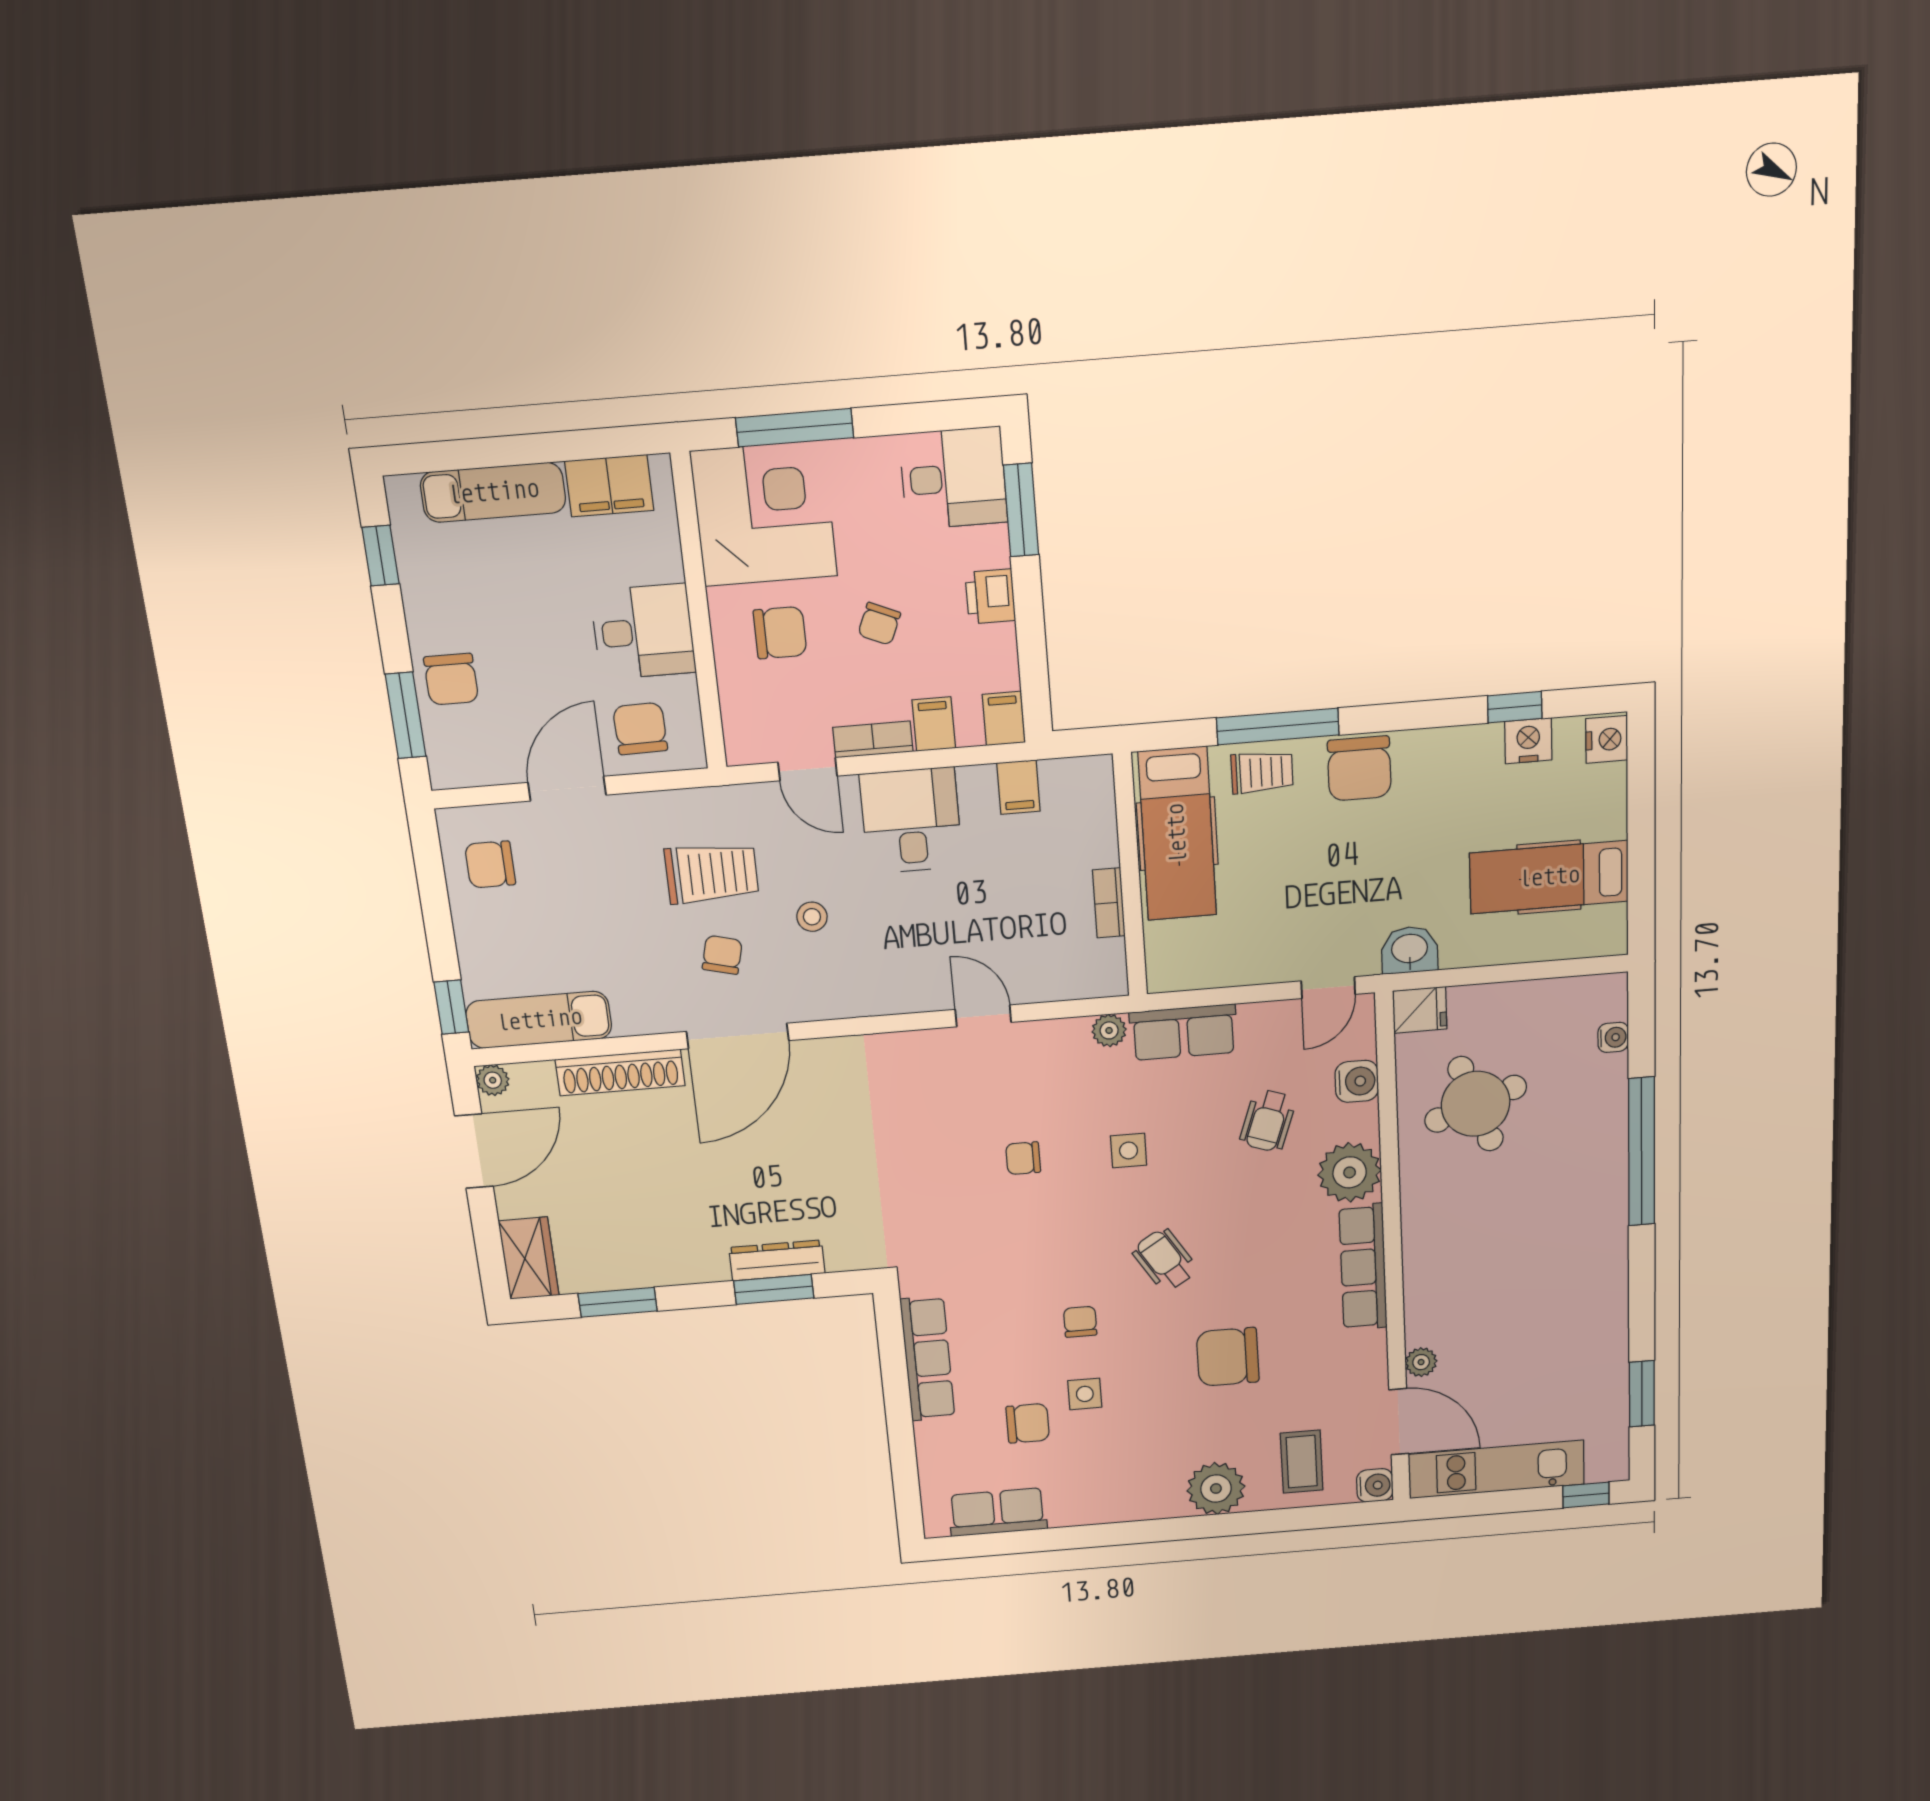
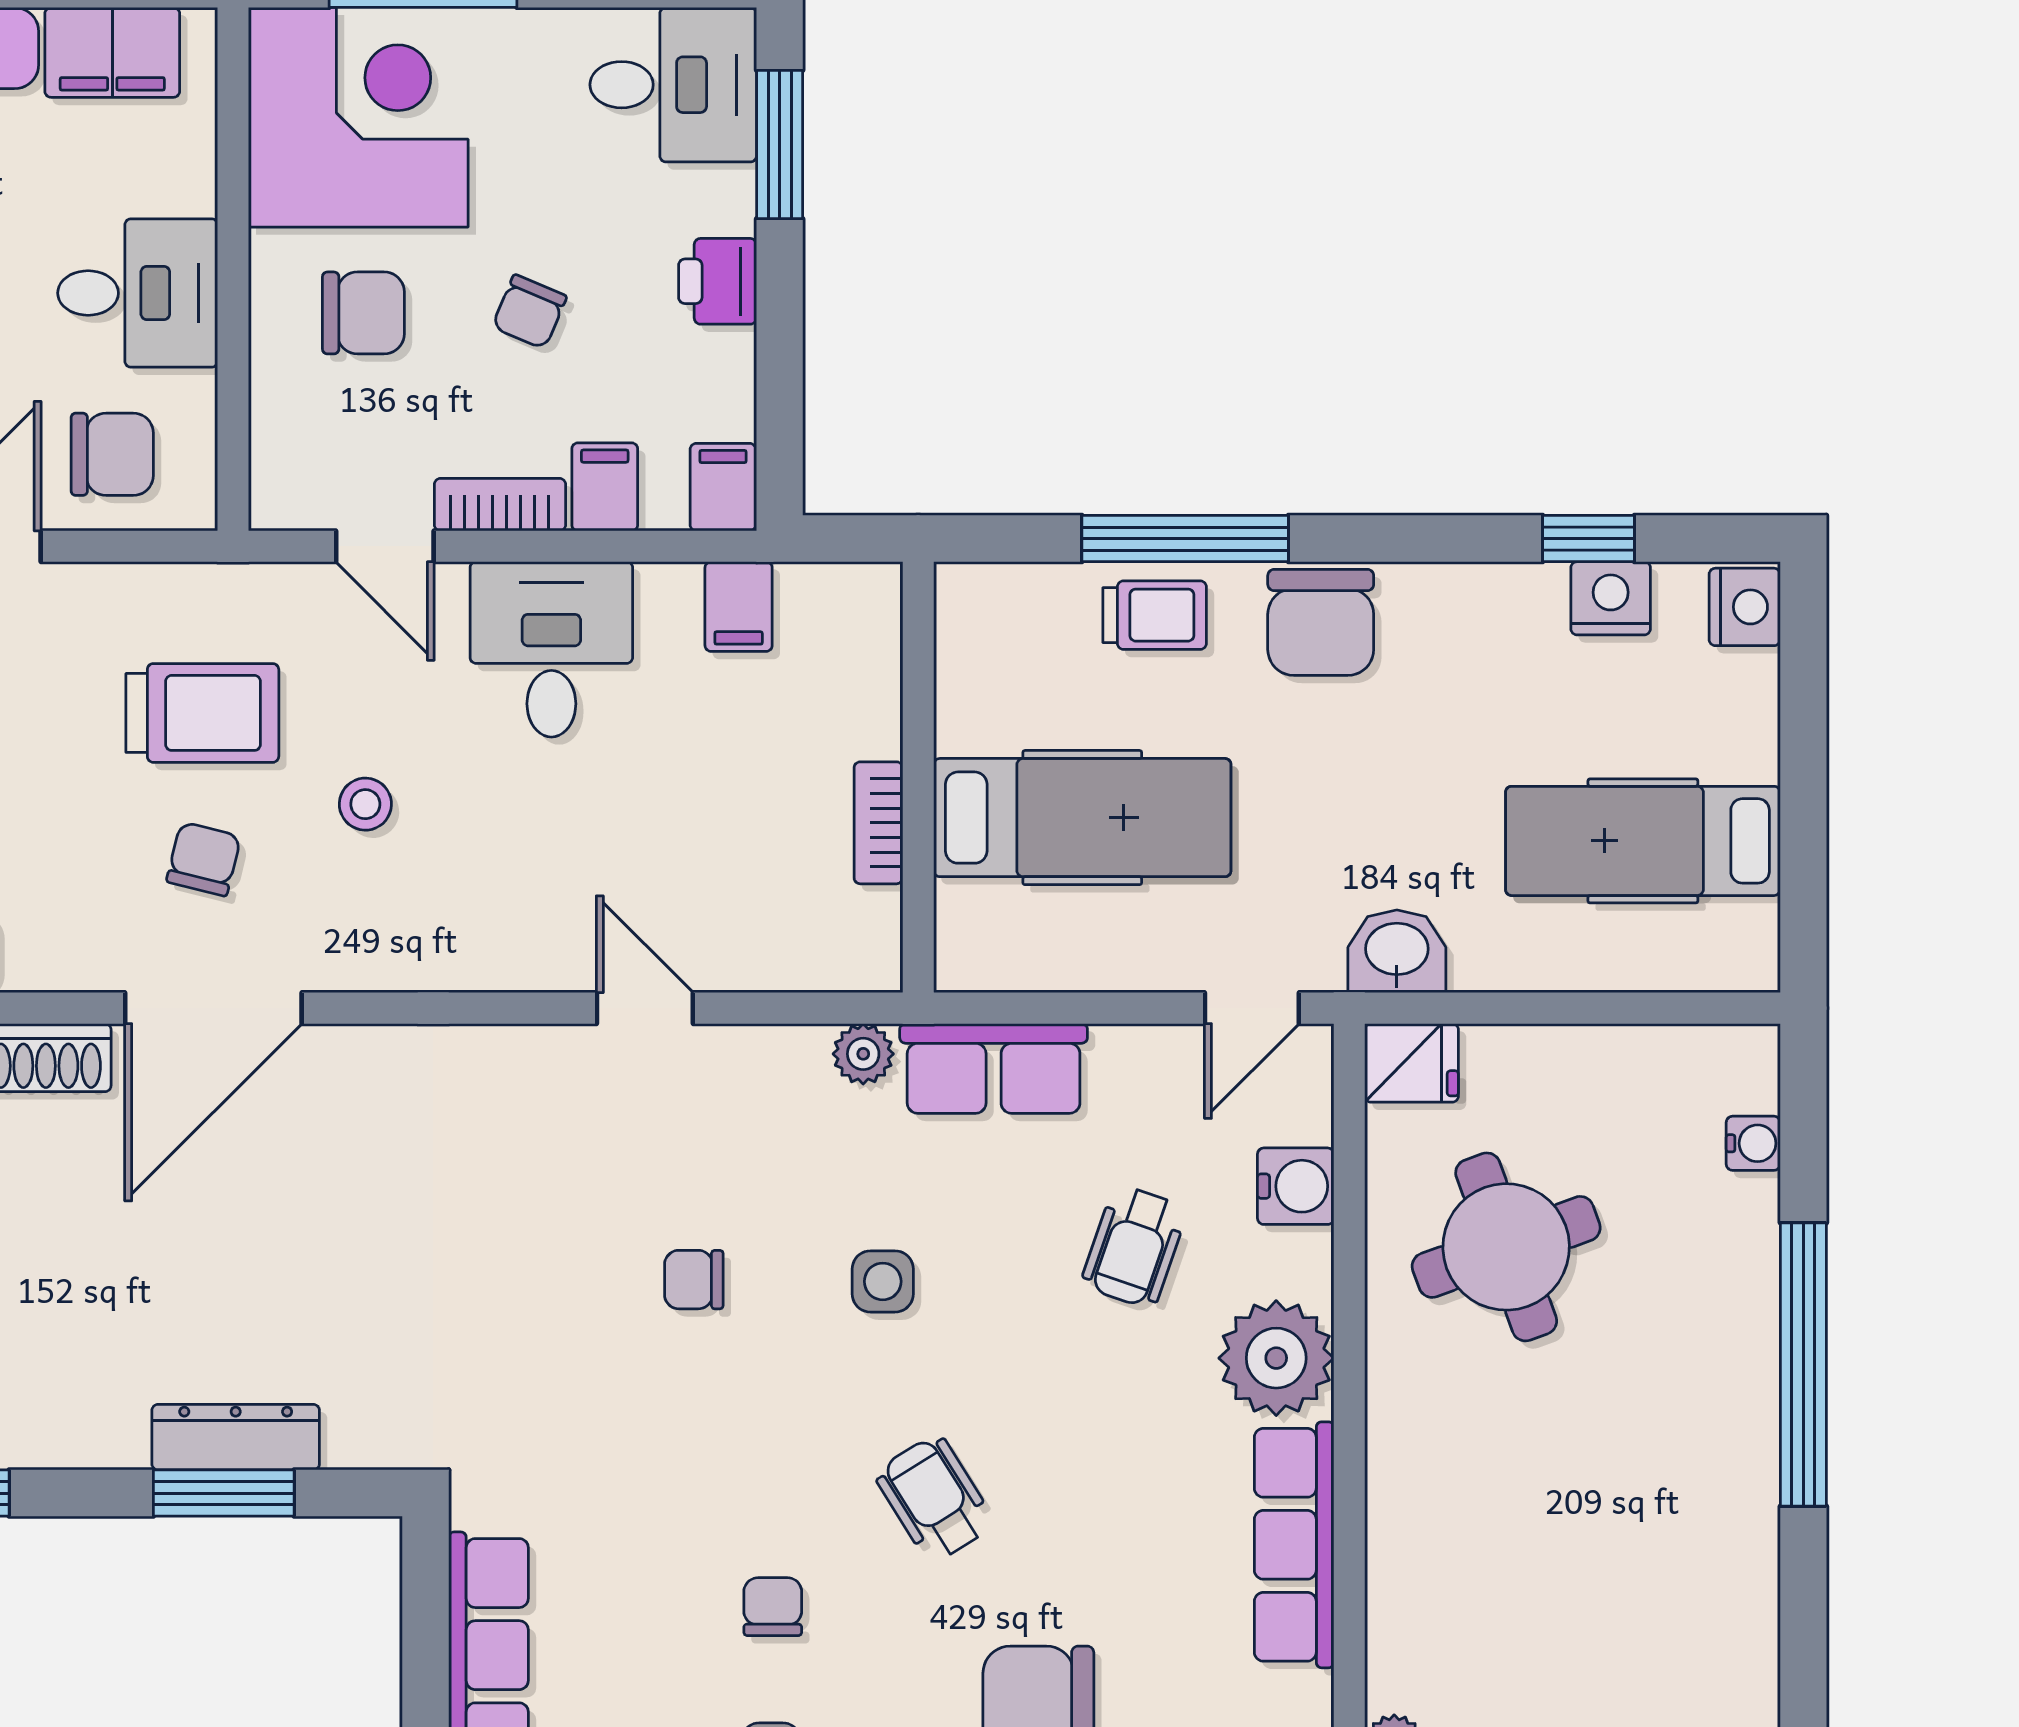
chair: (640, 729) -> (112, 454), turned 91
hospital bed: (1177, 834) -> (1082, 818), moved, turned -90

